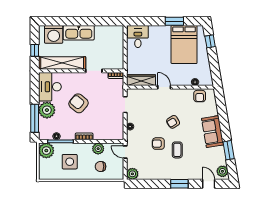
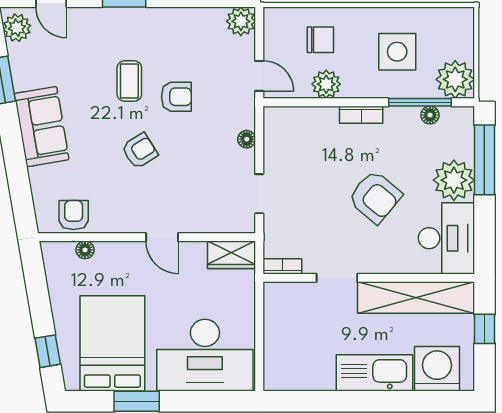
desk: (138, 36) -> (205, 355), width x1.87, depth x1.30
wardrobe: (141, 80) -> (232, 255), width x0.67

